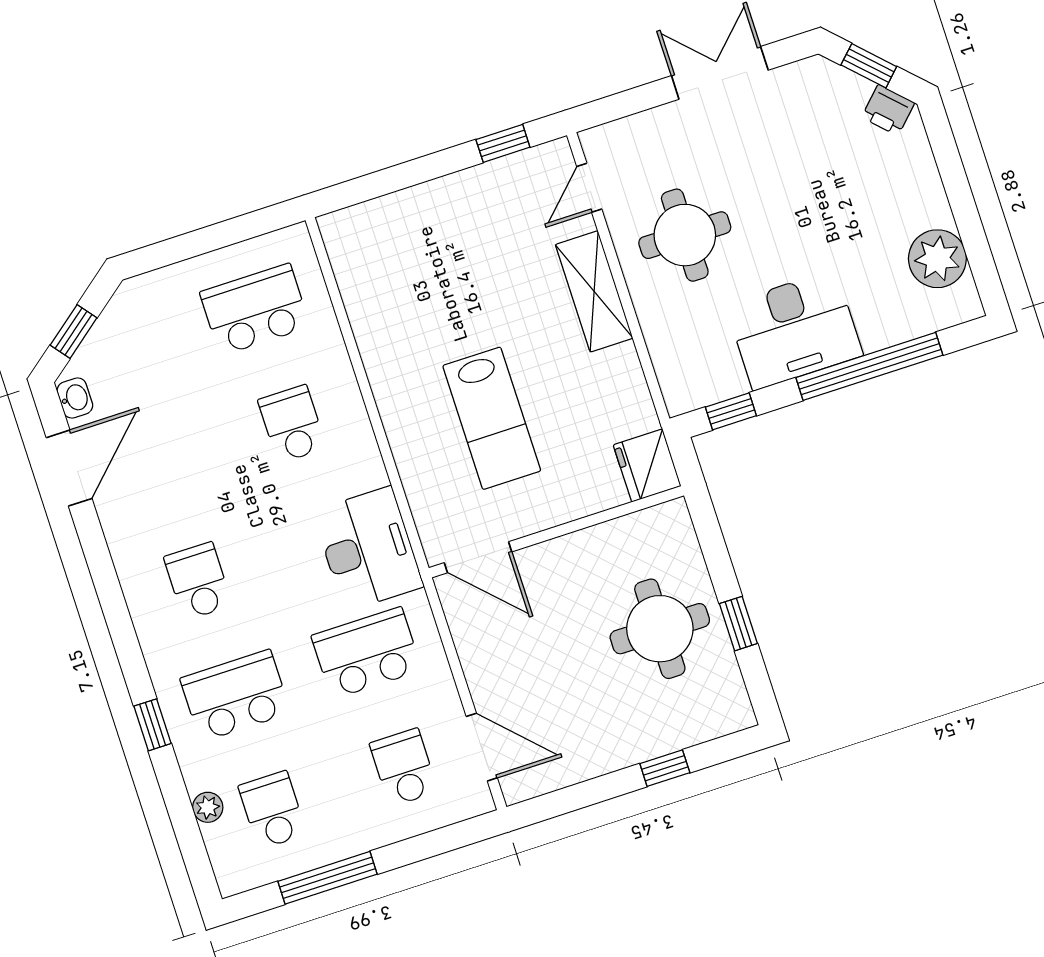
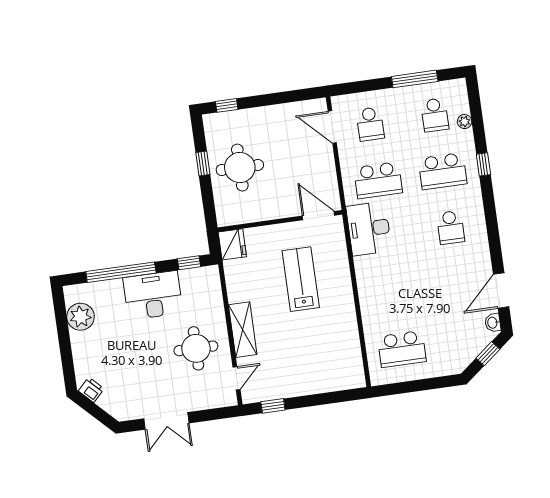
window: (869, 66) -> (97, 412), removed
school desk: (292, 424) -> (394, 293), removed
window: (665, 768) -> (227, 105), moved

